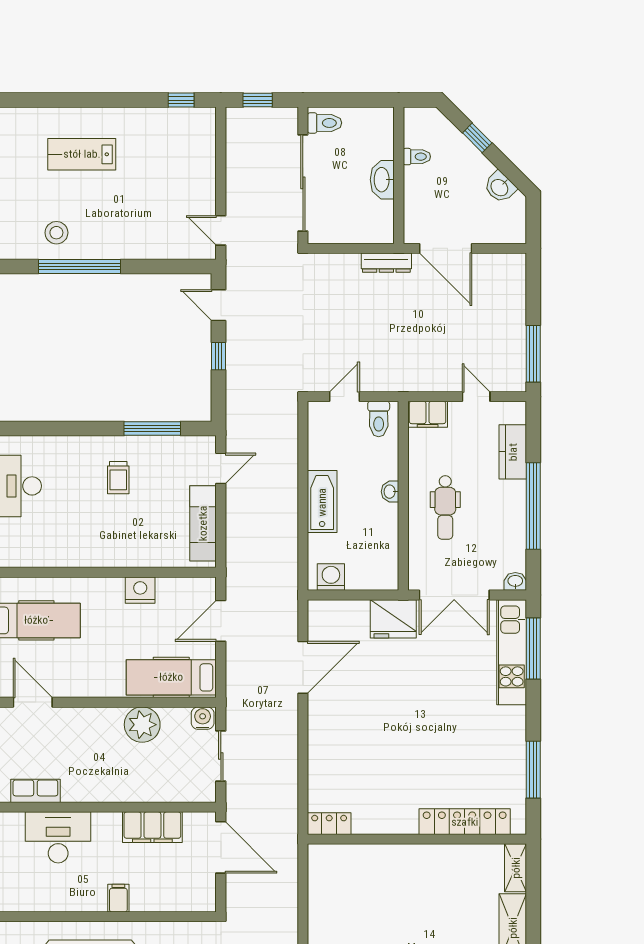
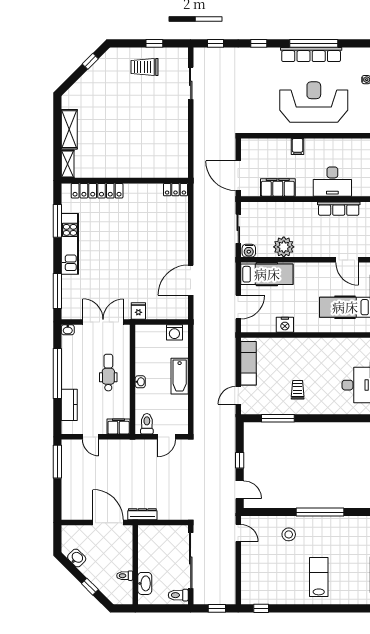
lab bench: (82, 154) -> (319, 577), turned -90
washbasin: (382, 180) -> (145, 583), moved
stool: (56, 233) -> (289, 534), moved
fridge: (393, 619) -> (138, 311), width x0.53, depth x0.75
kitchen unit: (512, 652) -> (70, 244), moved
row of seats: (35, 791) -> (339, 209), width x1.48

